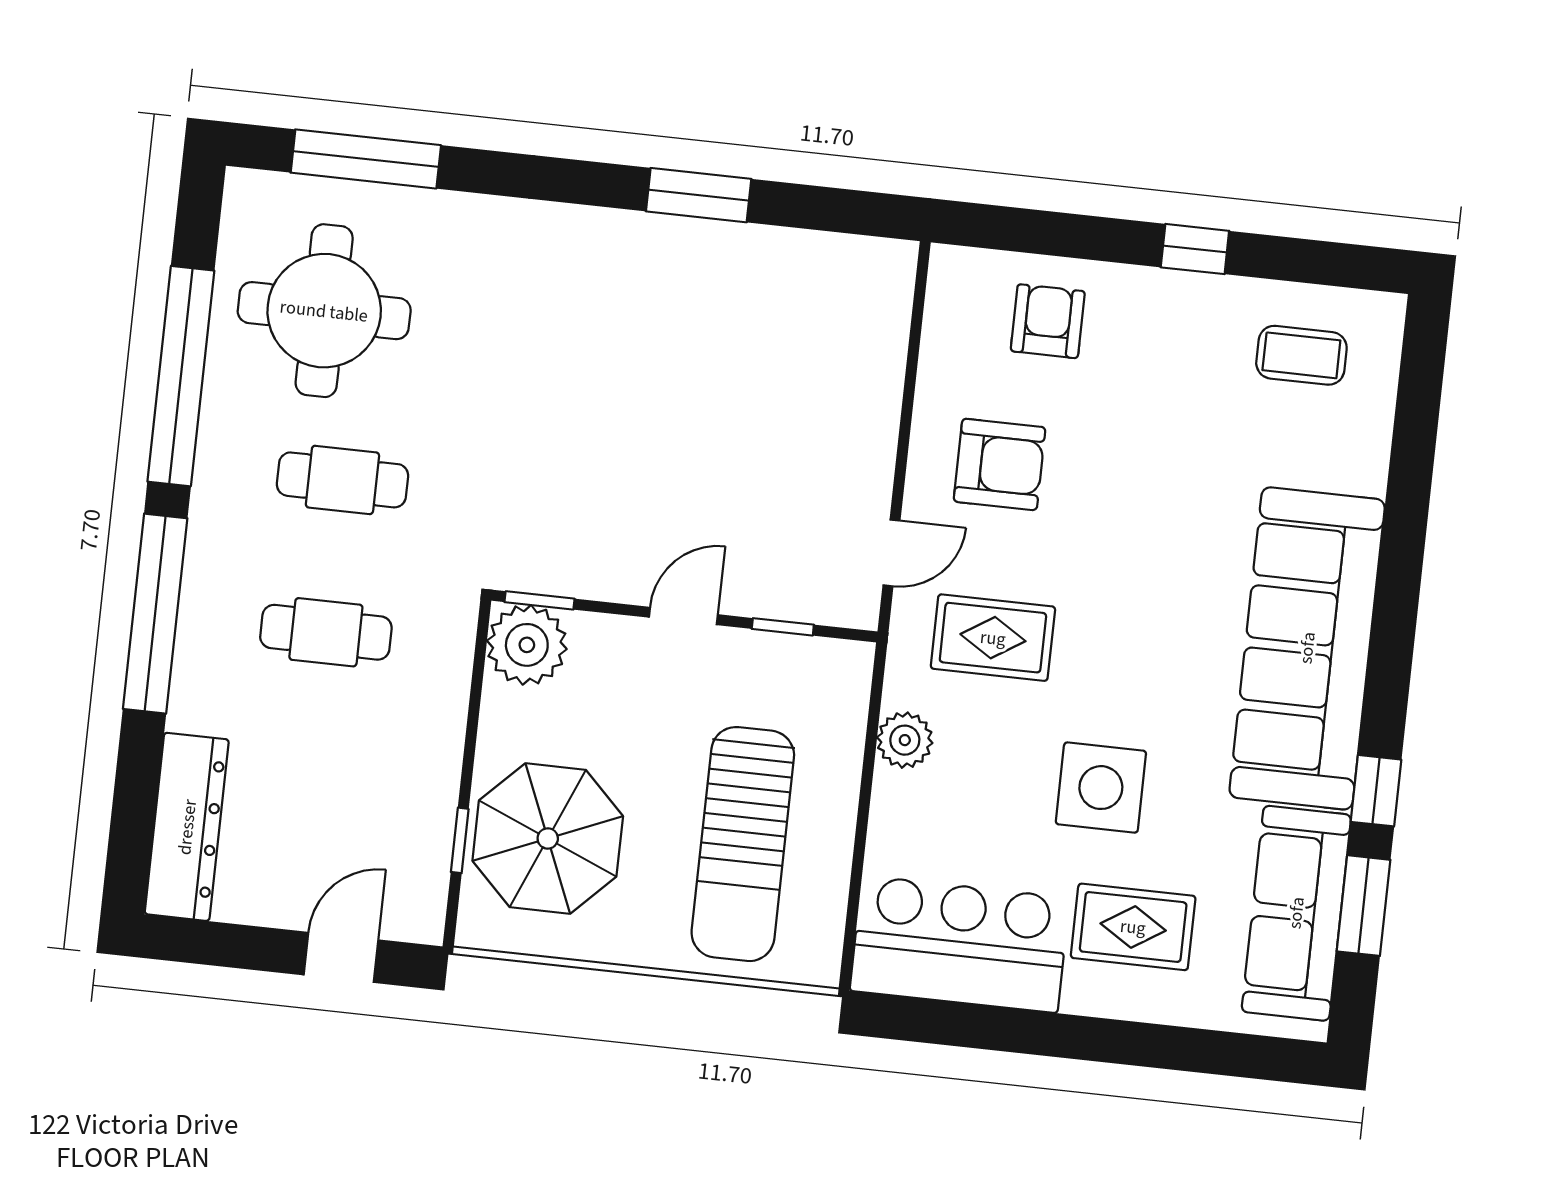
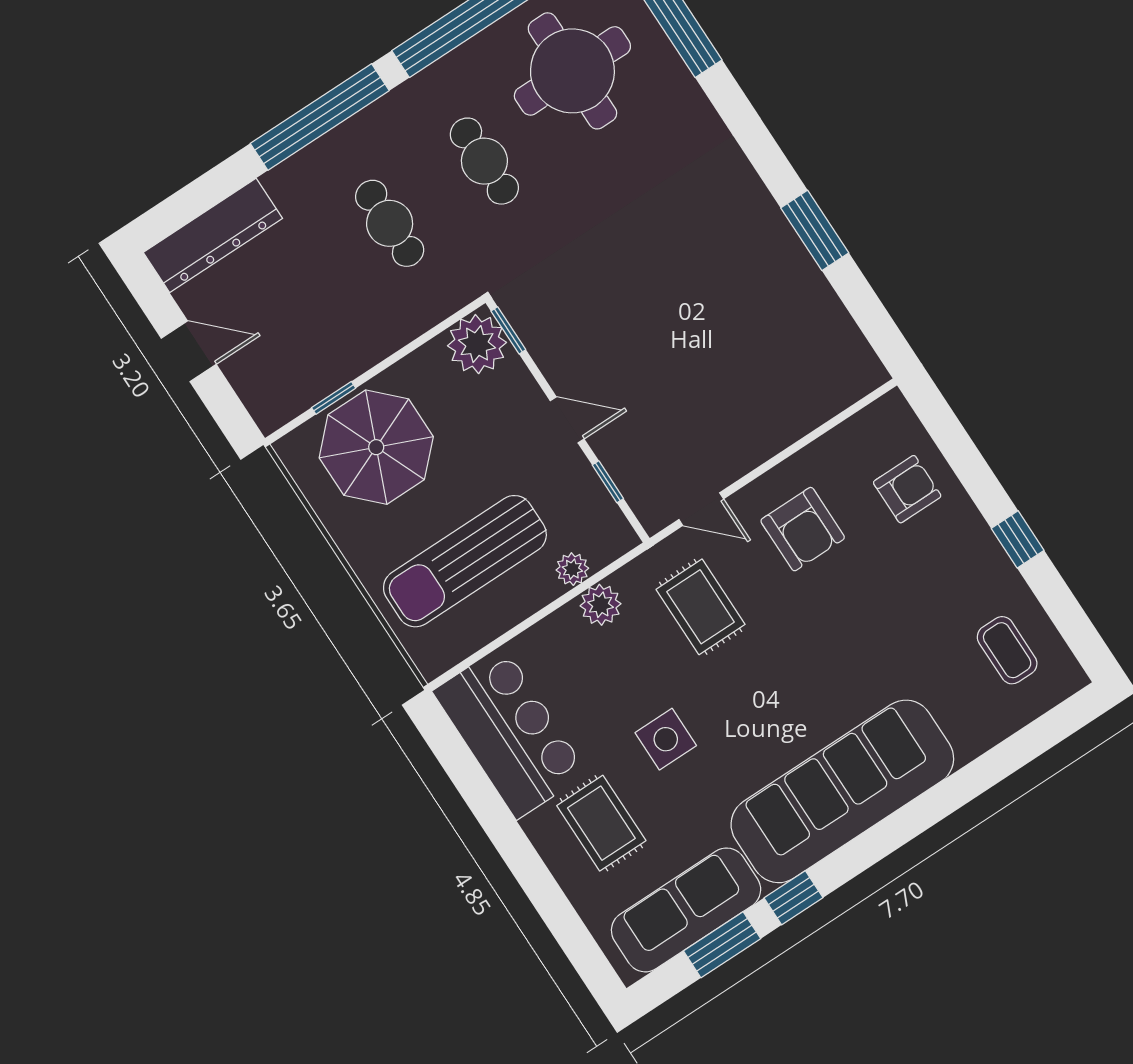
plant: (843, 739) -> (572, 569), added
side table: (1101, 788) -> (666, 739), width x0.73, depth x0.73
door: (341, 957) -> (189, 351), moved

